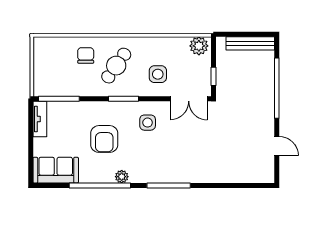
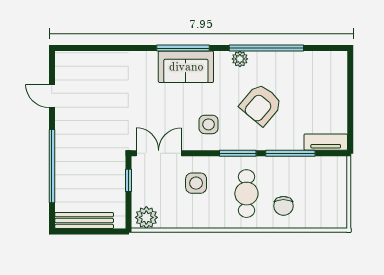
cafe table: (116, 66) -> (246, 194), turned -35
window: (59, 99) -> (290, 153), moved
tv unit: (40, 119) -> (326, 142), moved, turned 90
armchair: (104, 139) -> (261, 105), turned -140
sofa: (56, 170) -> (186, 67), moved

